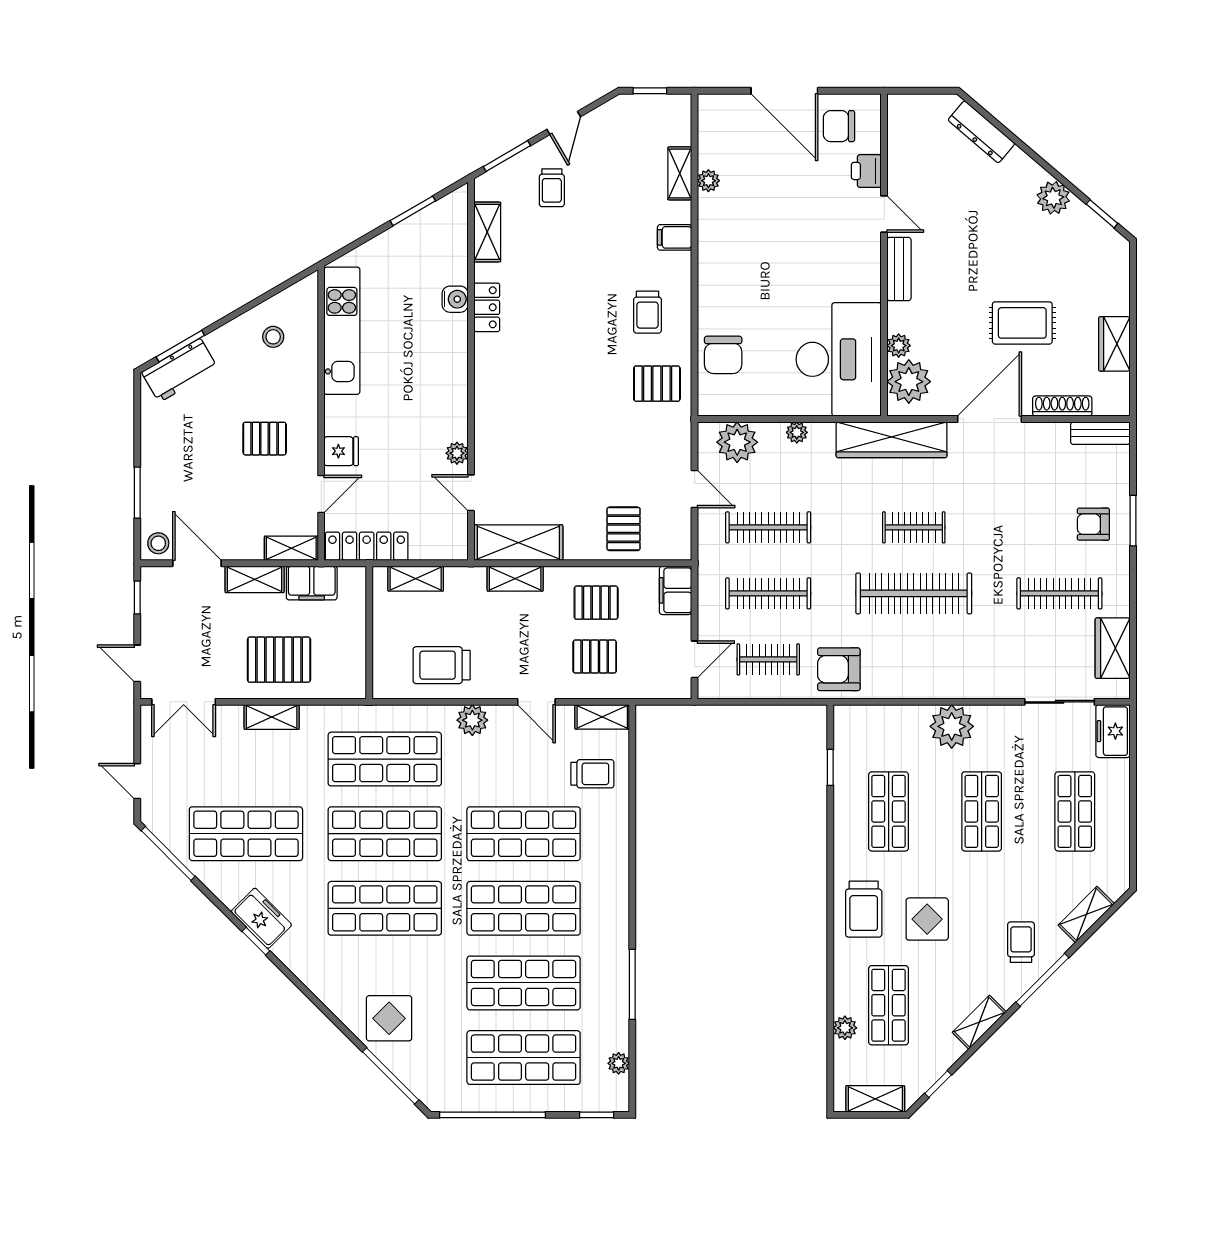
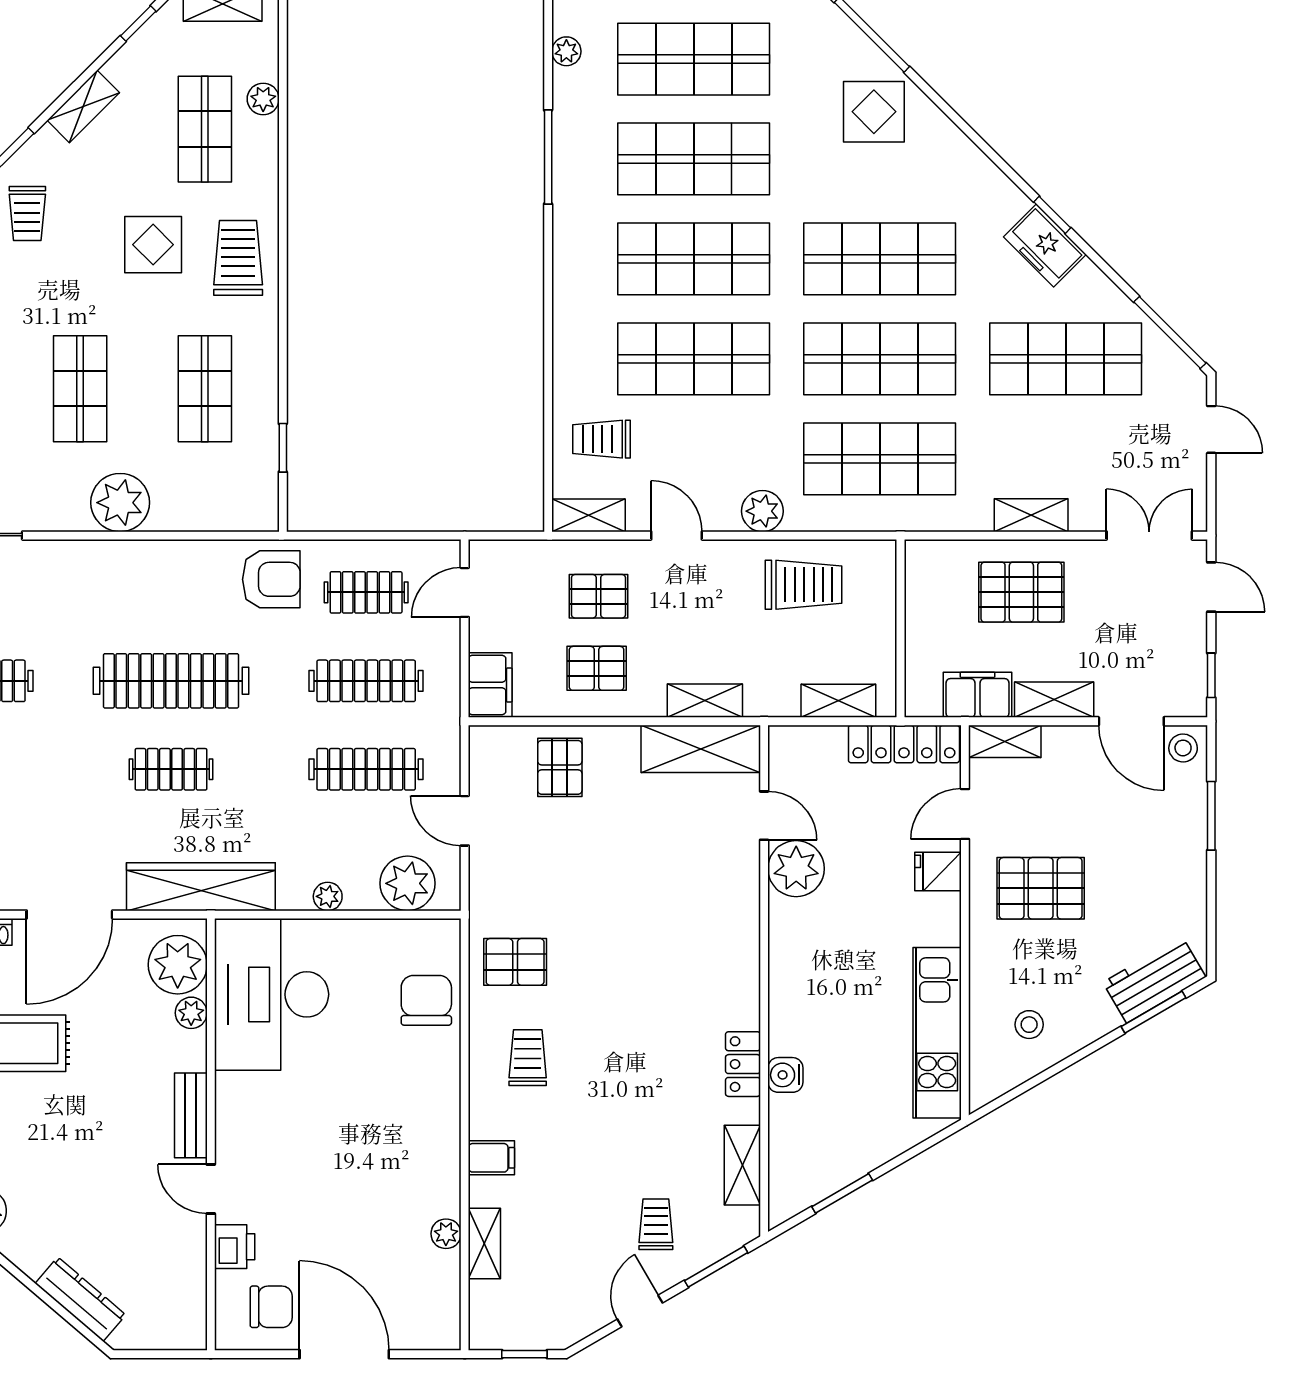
pallet: (265, 439) -> (1041, 888), width x1.50, depth x1.42
plant: (457, 453) -> (796, 869), width x1.88, depth x1.88

